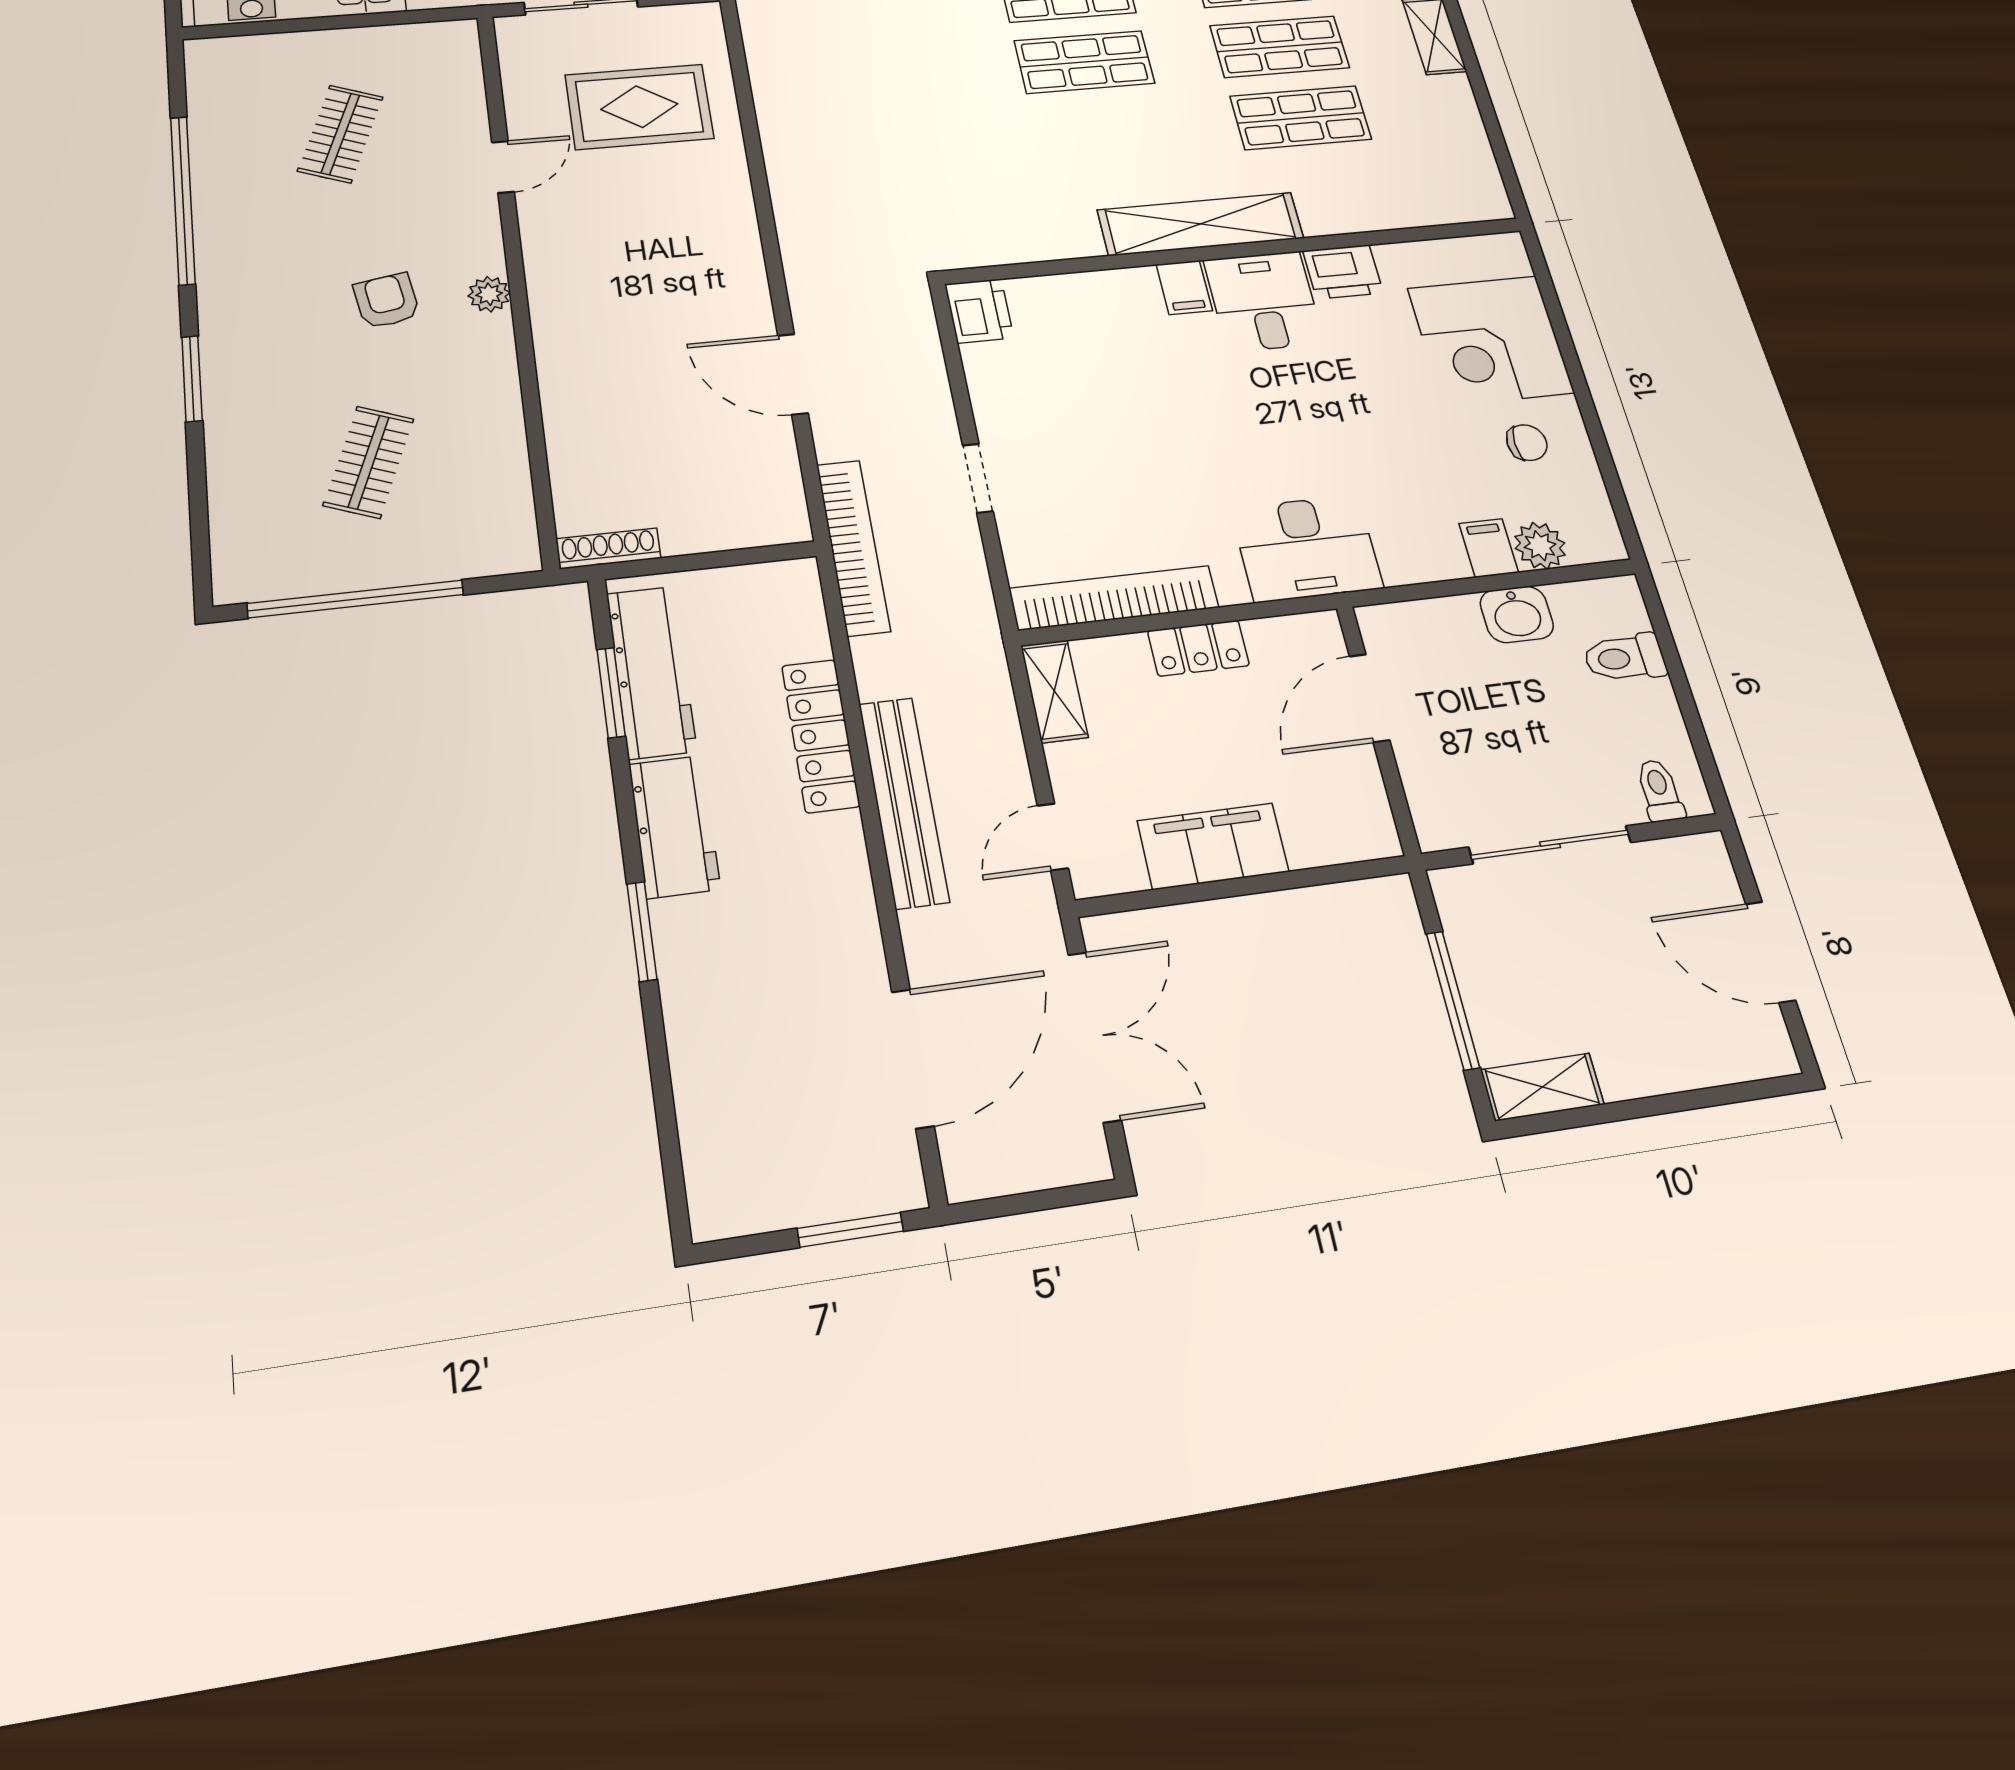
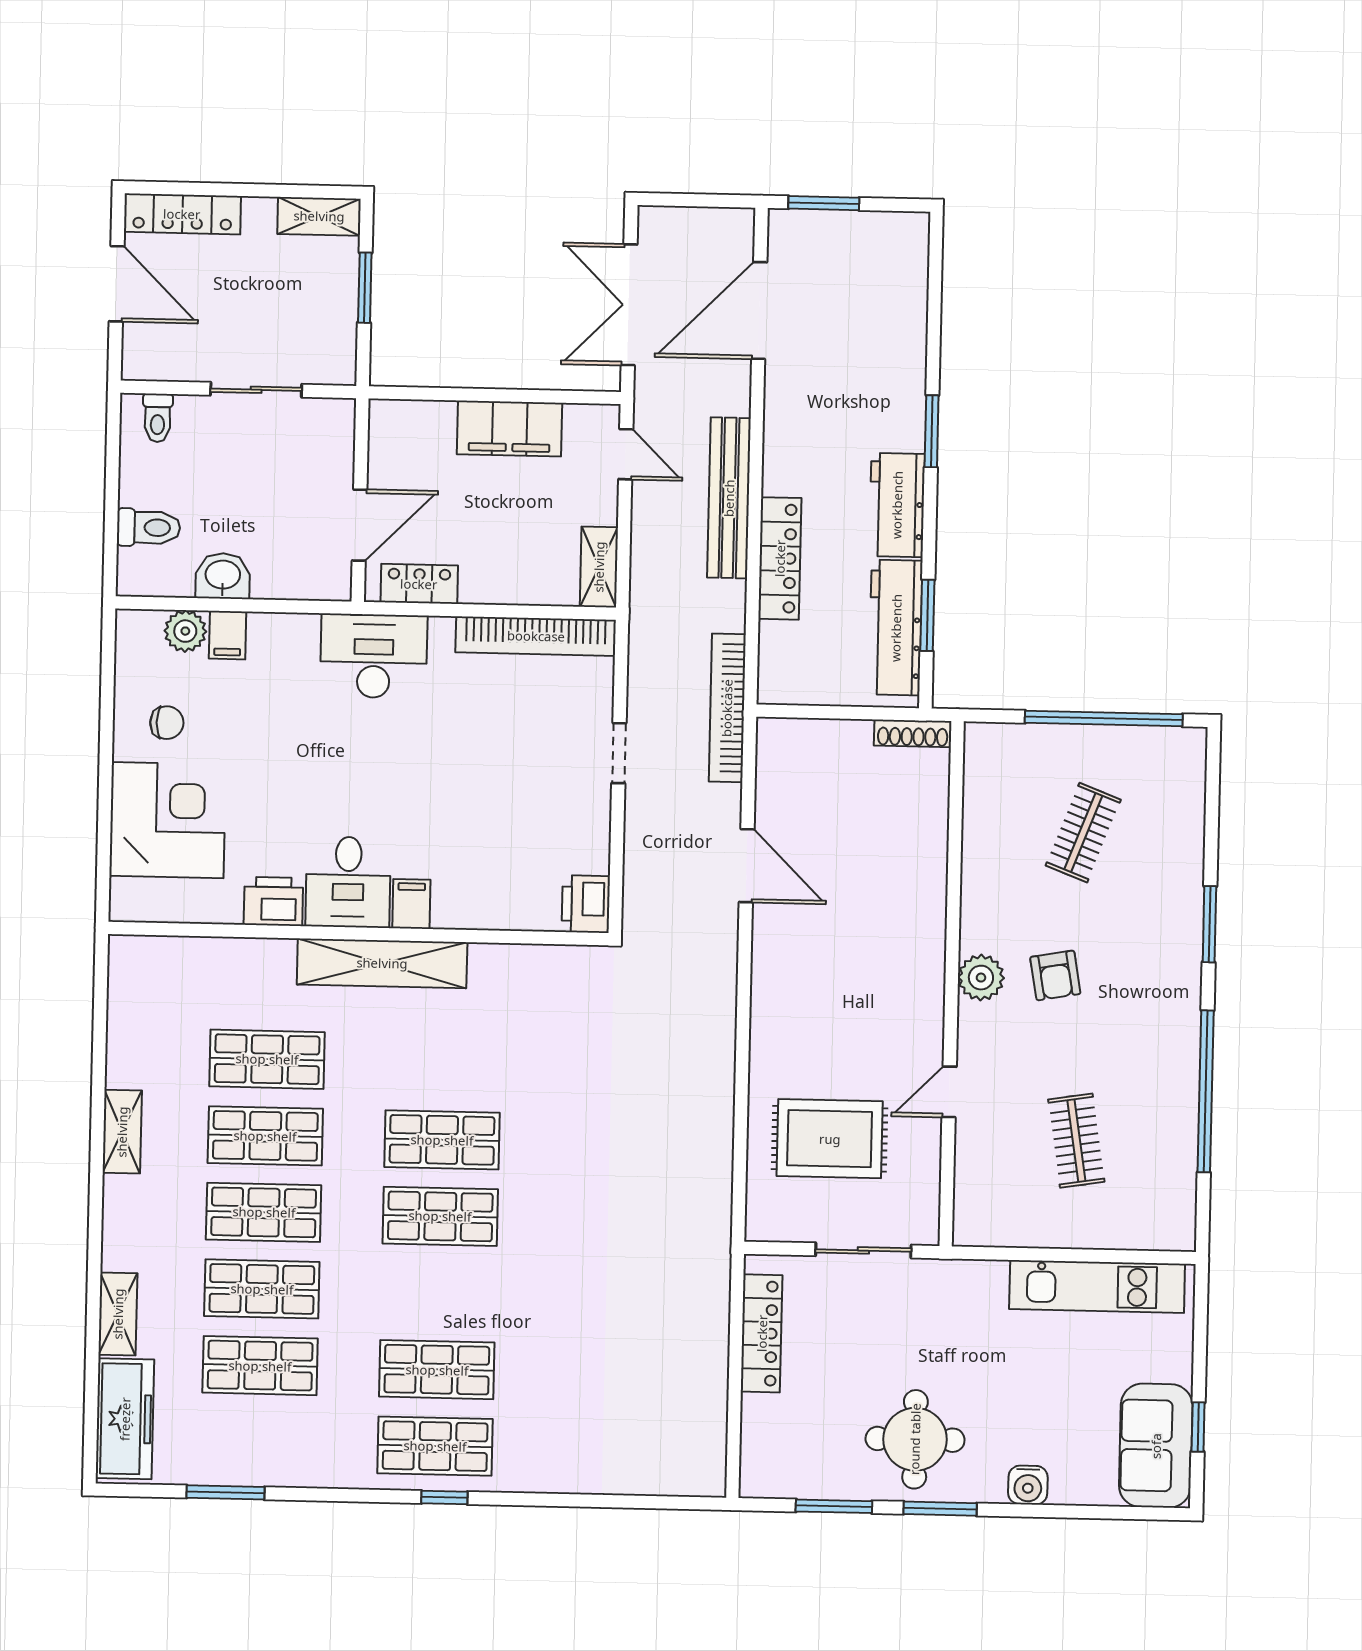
clothes rail: (340, 134) -> (1076, 1141), turned -30
plant: (489, 294) -> (981, 978), width x1.38, depth x1.38
chair: (1527, 443) -> (167, 723), turned 180
locker: (1198, 648) -> (419, 584), moved
door: (1053, 837) -> (626, 454), hinge flipped
sliding door: (1550, 845) -> (256, 390), width x0.73
window: (1453, 1000) -> (365, 288), width x0.69
locker: (1720, 1059) -> (182, 214), added

